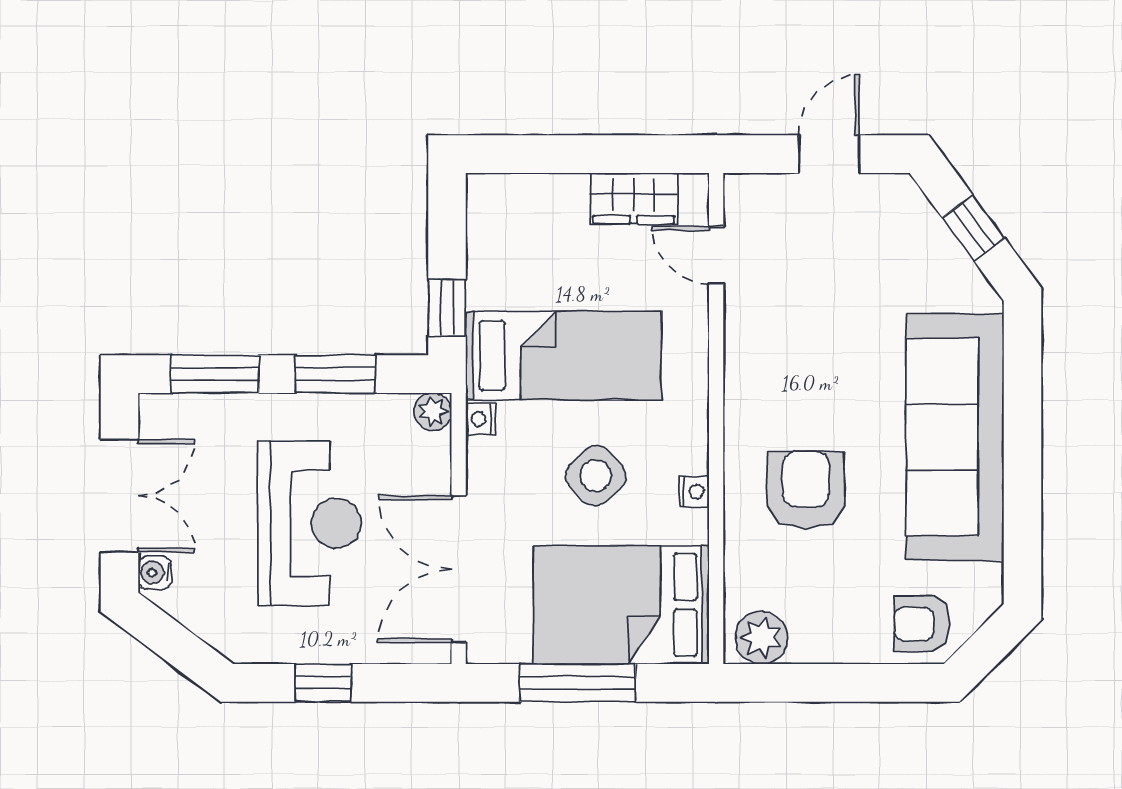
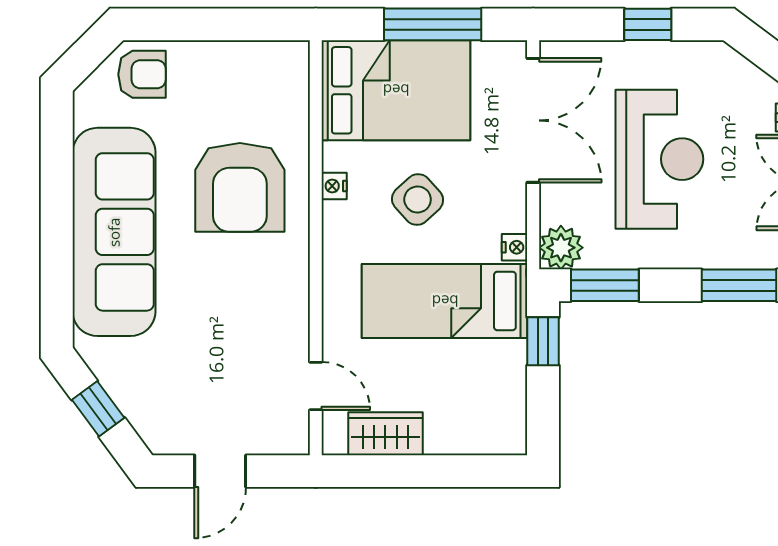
window: (335, 374) -> (605, 285), moved
plant: (433, 412) -> (561, 248), width x1.38, depth x1.38
armchair: (806, 490) -> (240, 187), width x1.36, depth x1.36
reception desk: (309, 523) -> (659, 159), turned 180
plant: (762, 638) -> (277, 63), removed

